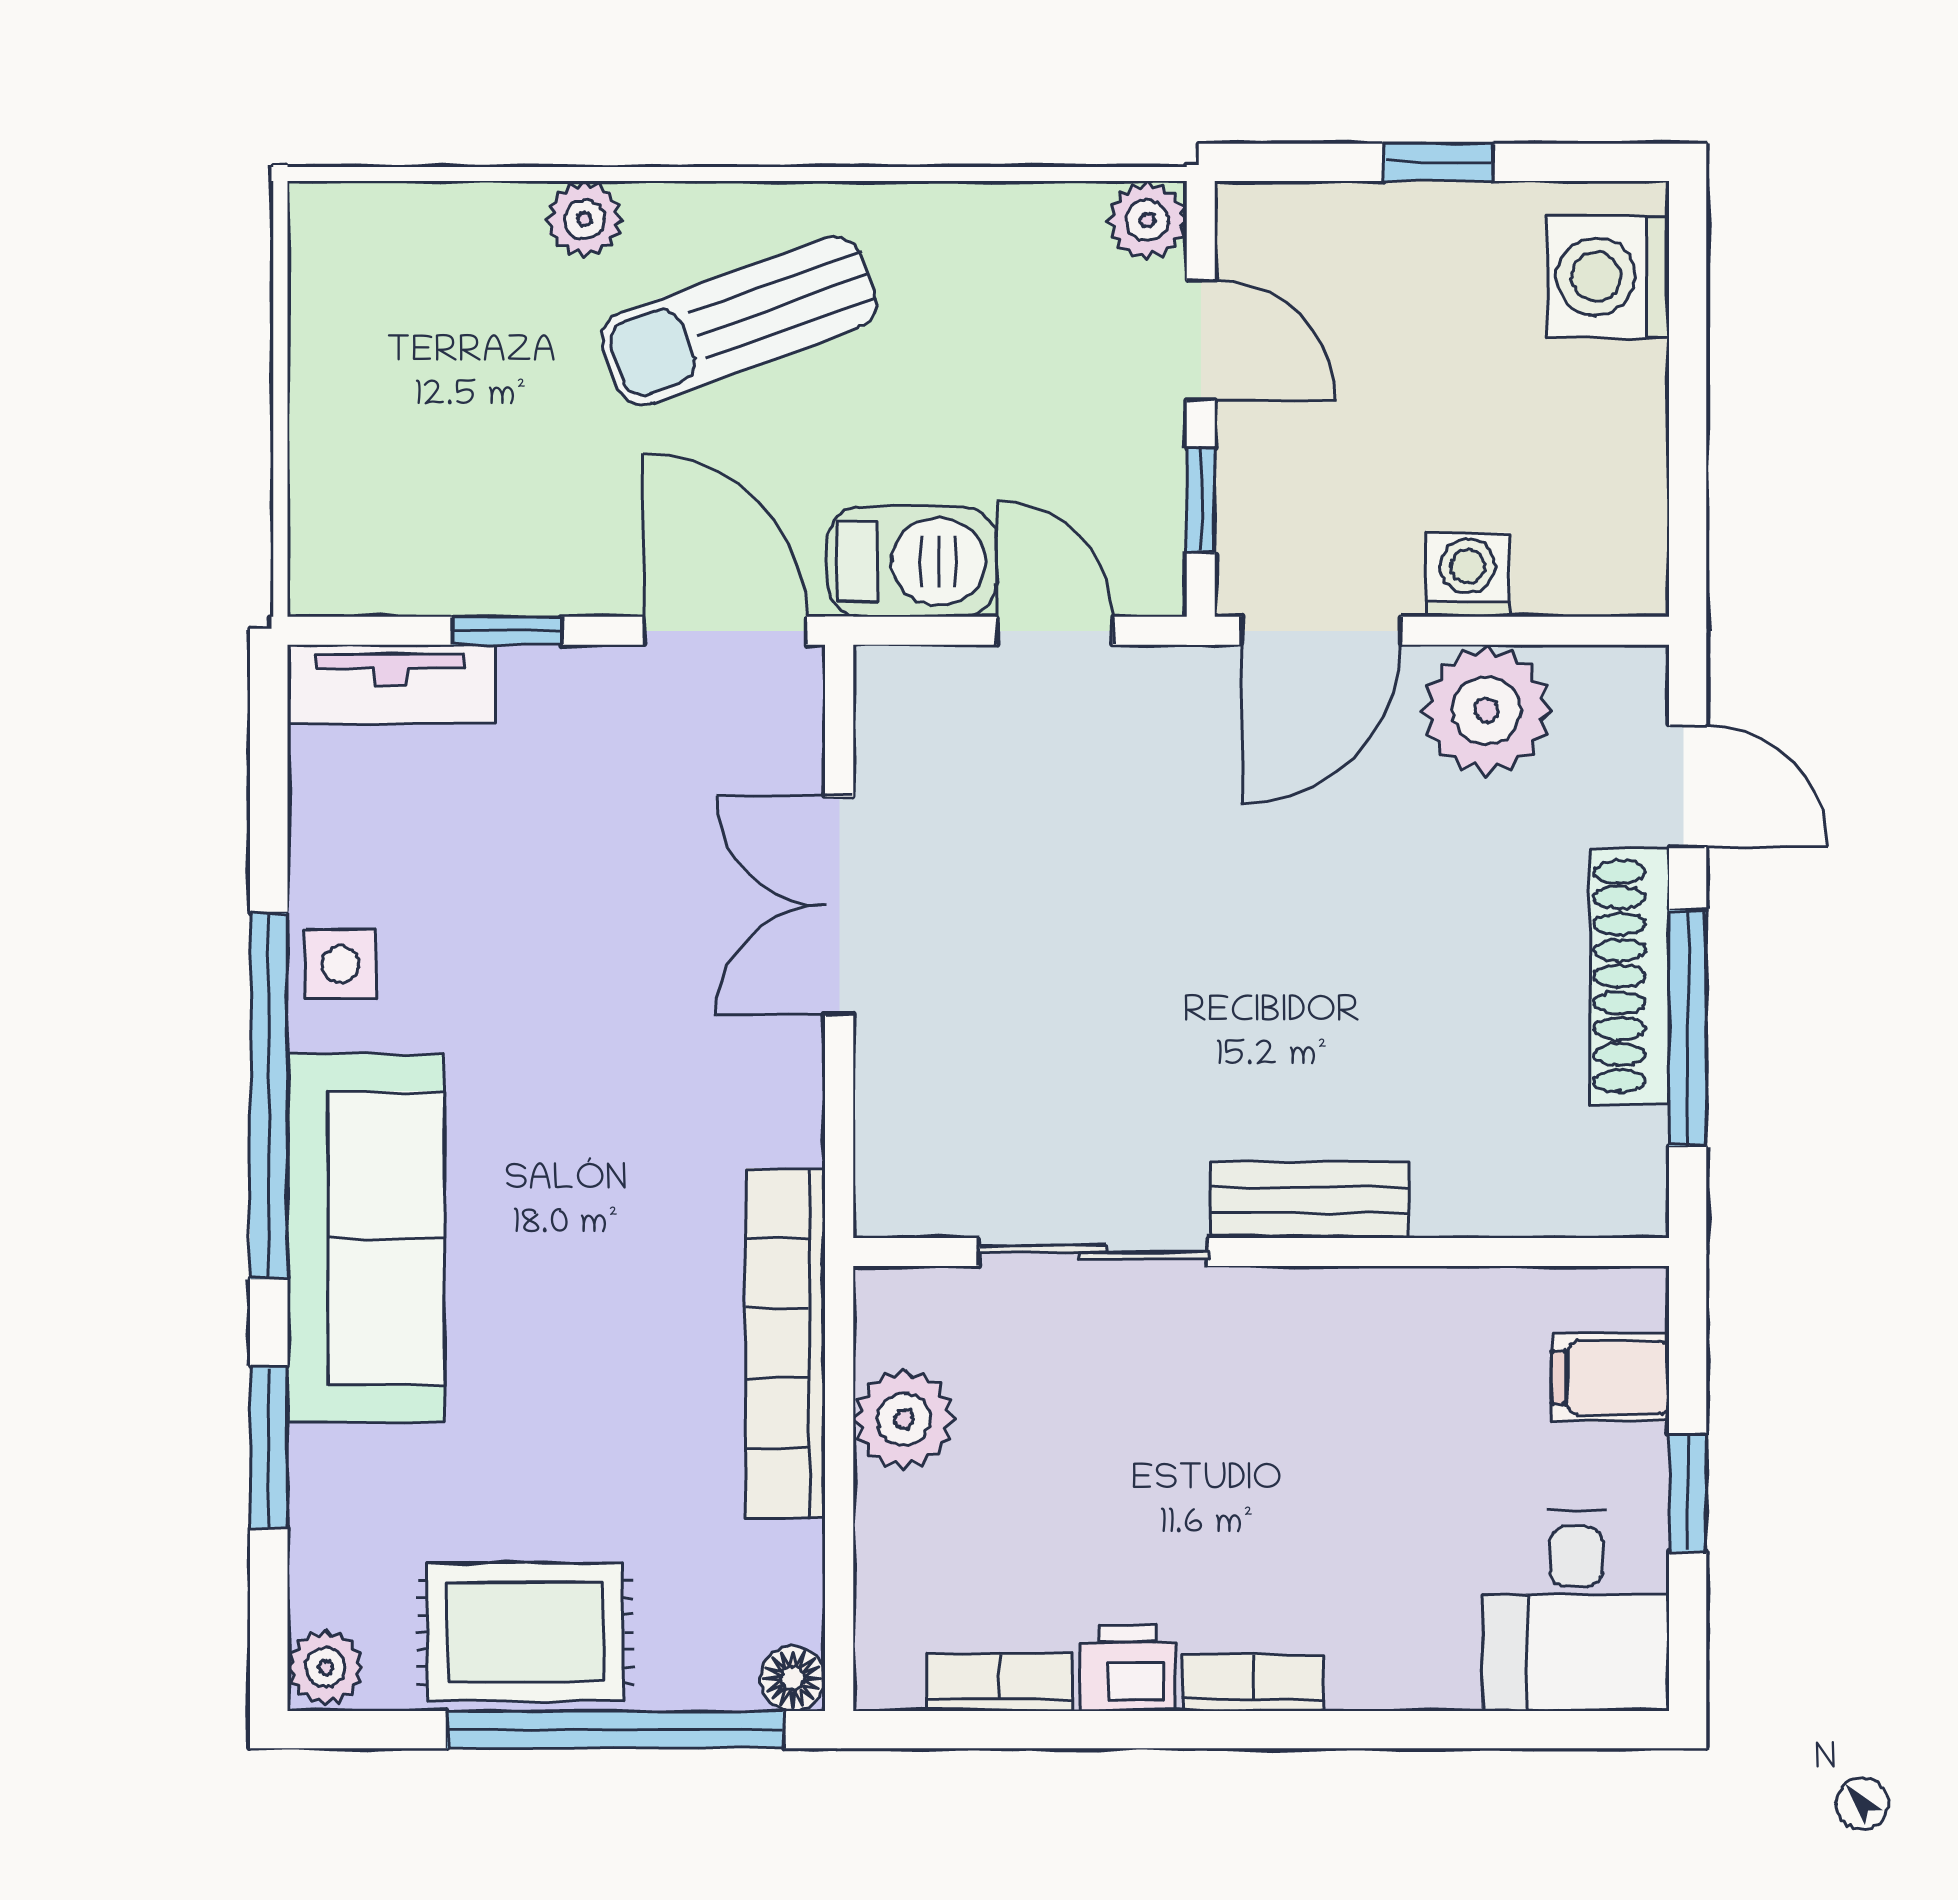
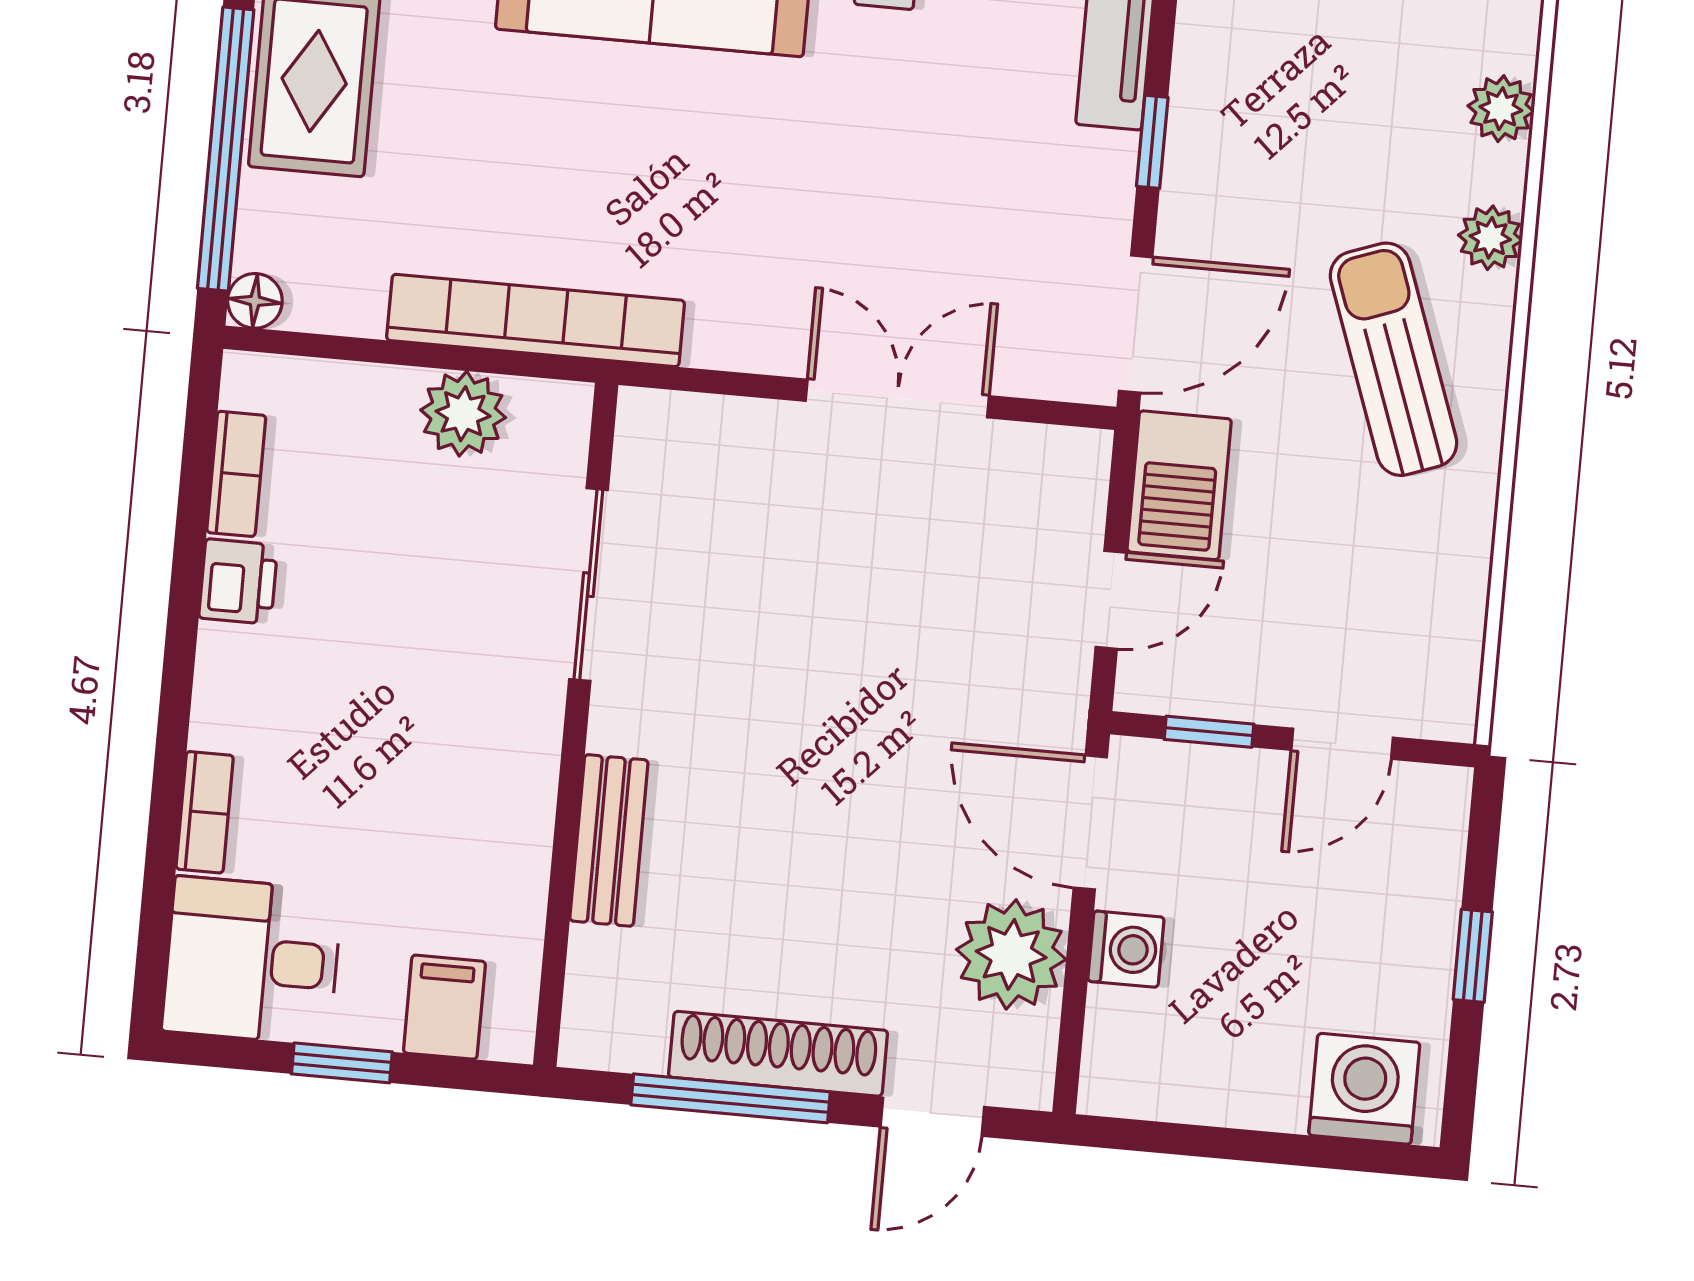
plant: (1147, 220) -> (1501, 109), moved
bench: (1309, 1200) -> (609, 840), moved
bookcase: (1253, 1683) -> (205, 812), moved

